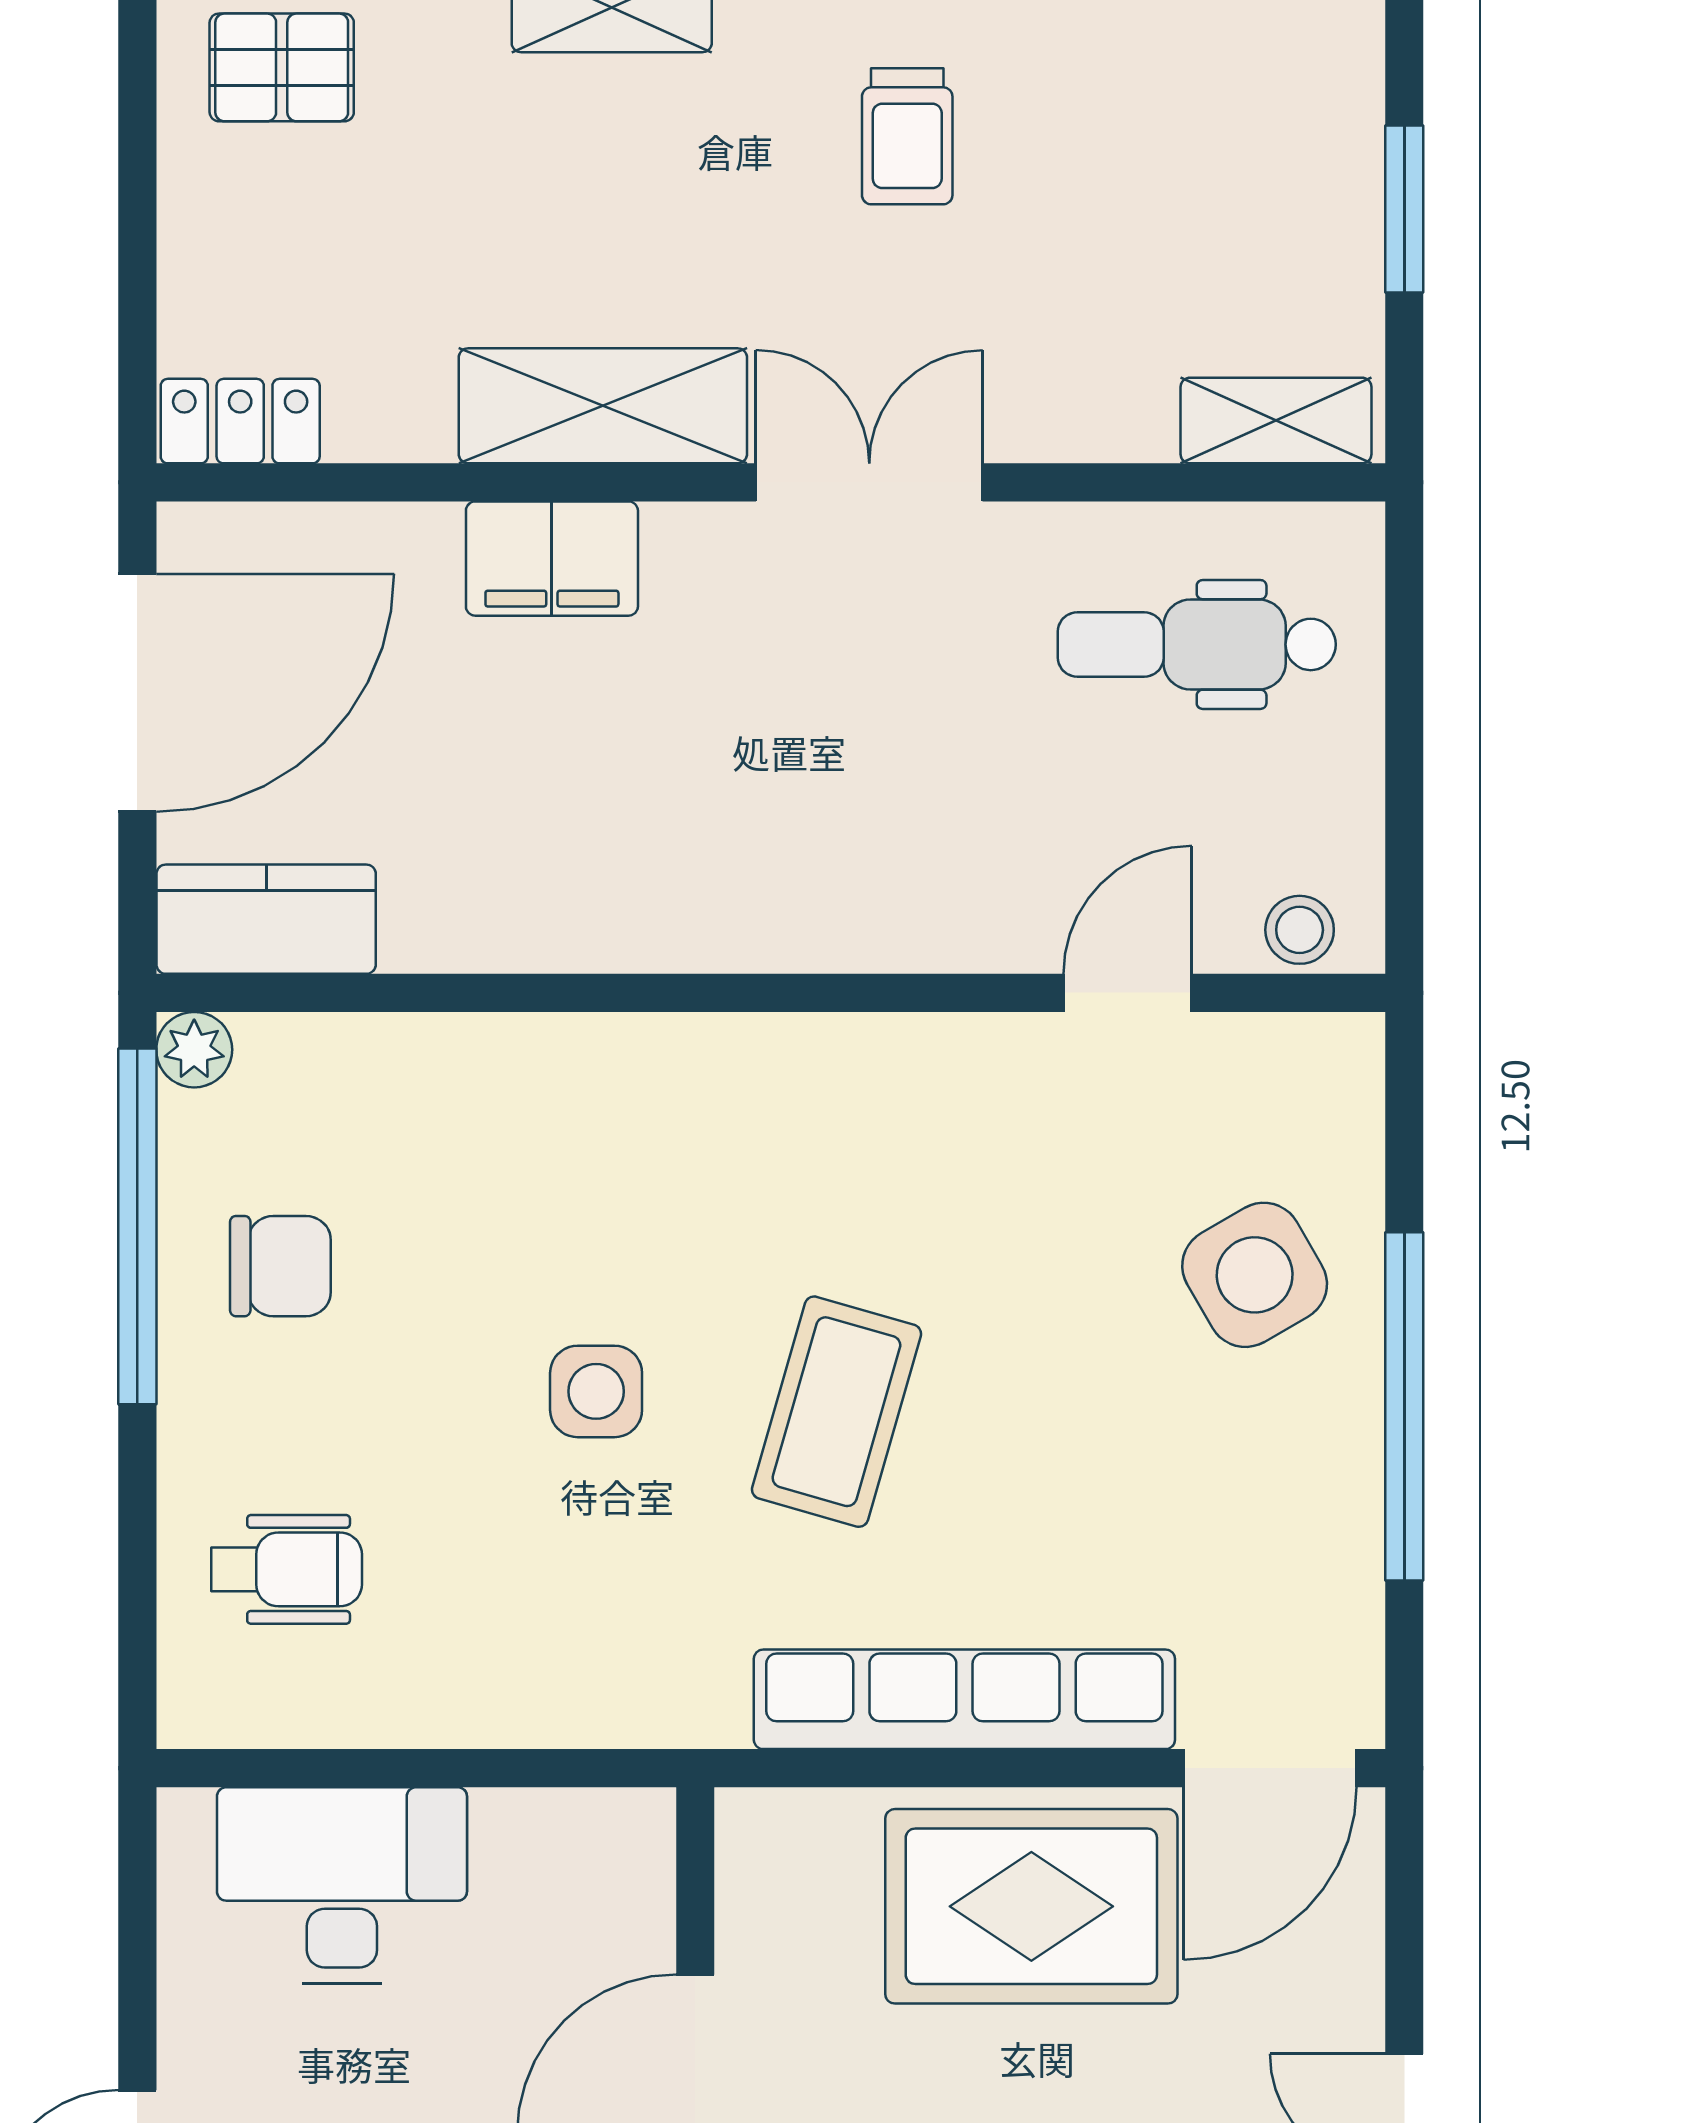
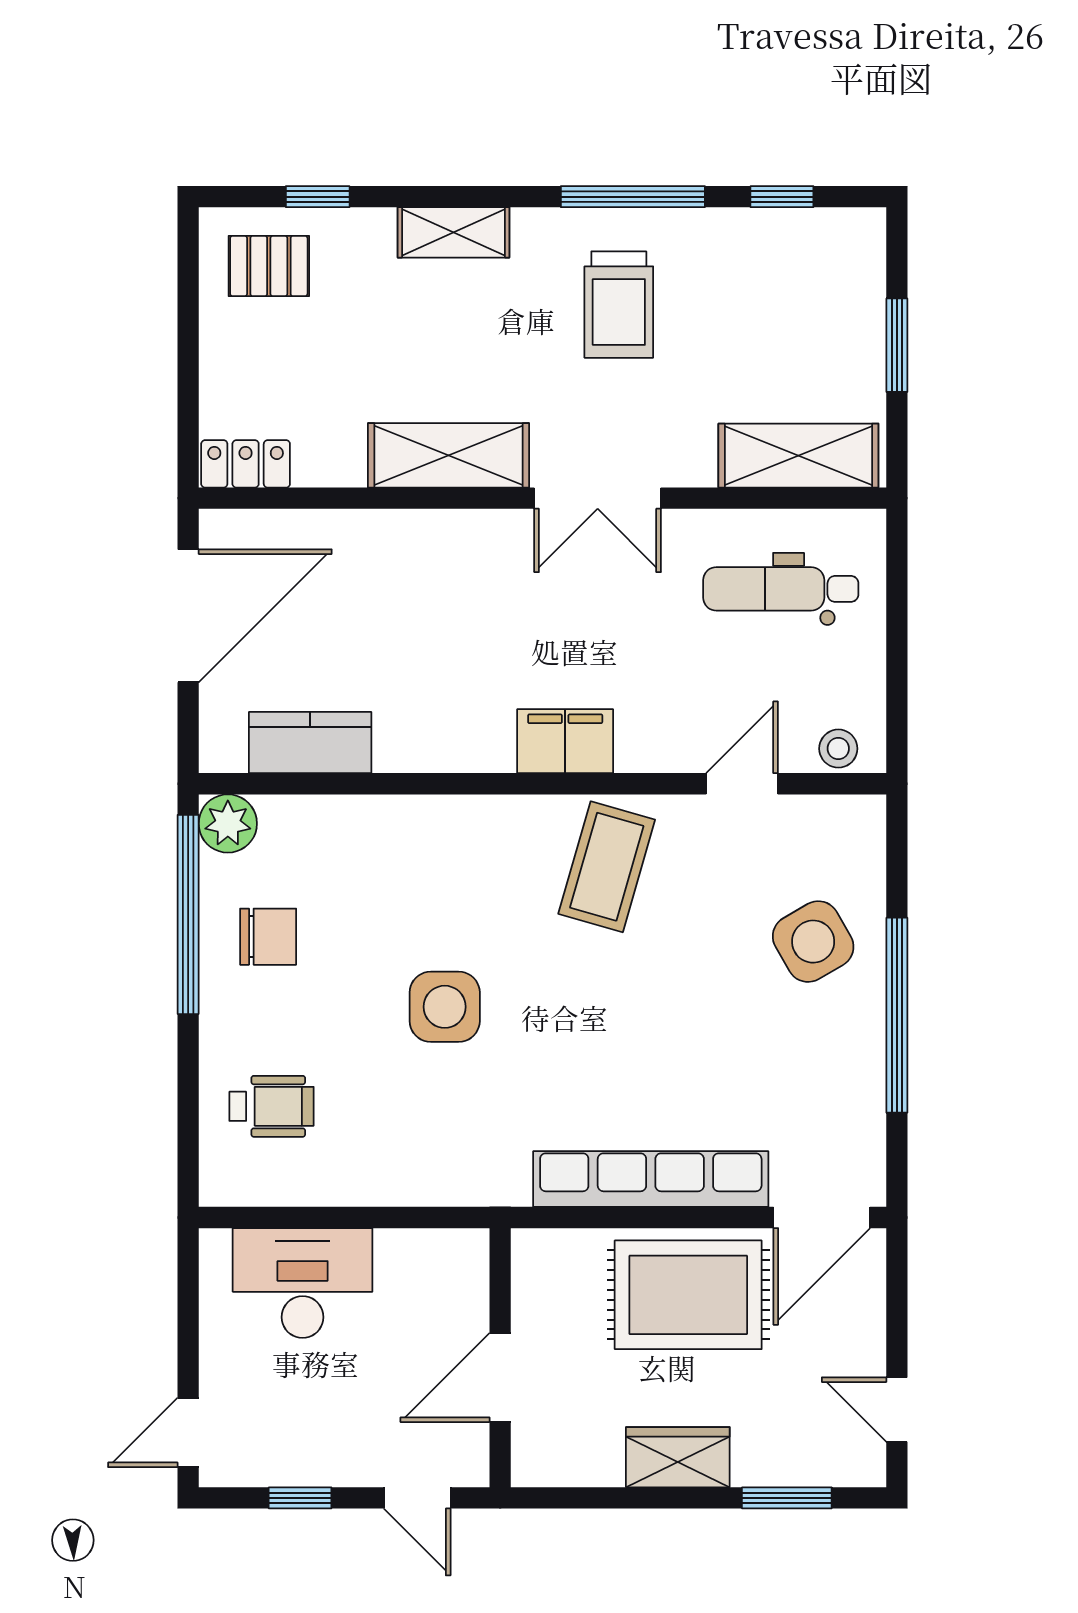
trolley: (907, 136) -> (619, 305), width x1.36, depth x1.39
shelving: (1276, 421) -> (798, 456), width x1.50, depth x1.33
double door: (869, 482) -> (598, 498), swing flipped
filing cabinet: (552, 559) -> (565, 741), moved, turned 180
kitchen counter: (266, 919) -> (310, 743), moved
plant: (194, 1050) -> (228, 824), width x1.38, depth x1.38
side table: (596, 1391) -> (445, 1007), width x1.37, depth x1.37
coffee table: (836, 1412) -> (607, 867), moved

